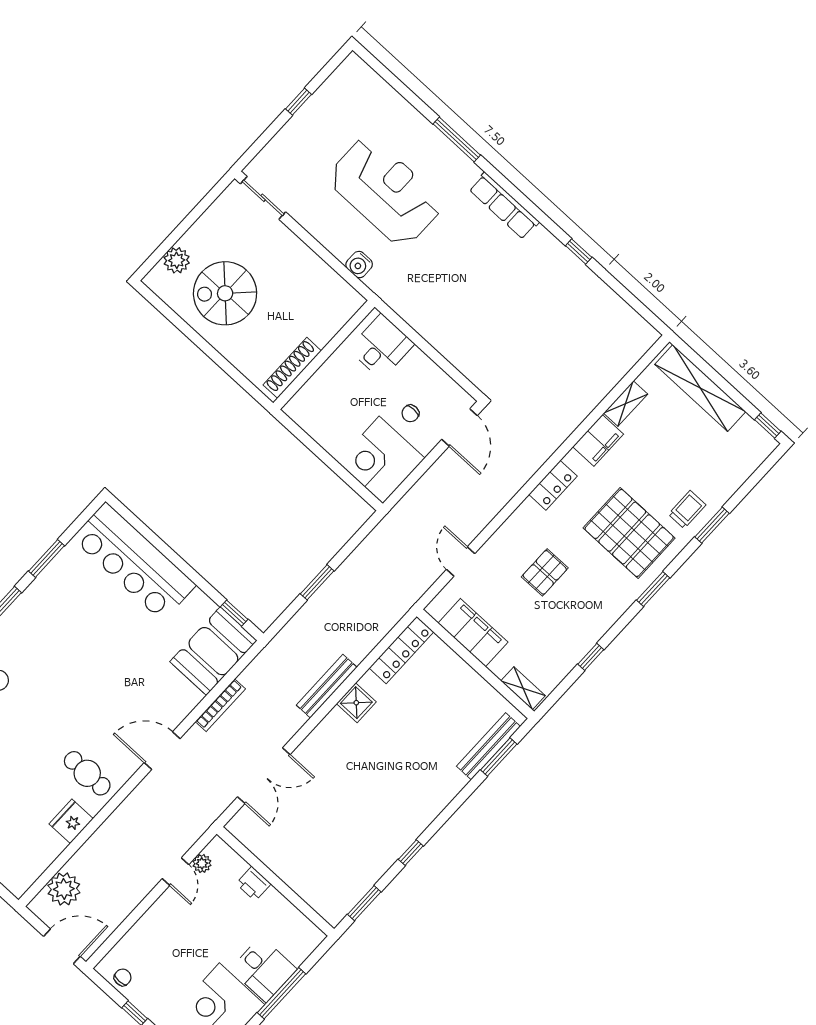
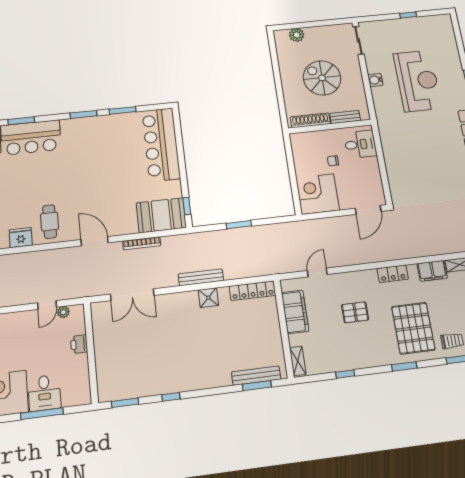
water cooler: (359, 265) -> (375, 80), moved
spiral stairs: (225, 293) -> (322, 78), moved
bench: (333, 325) -> (345, 117), added
chair: (410, 413) -> (333, 161), moved

